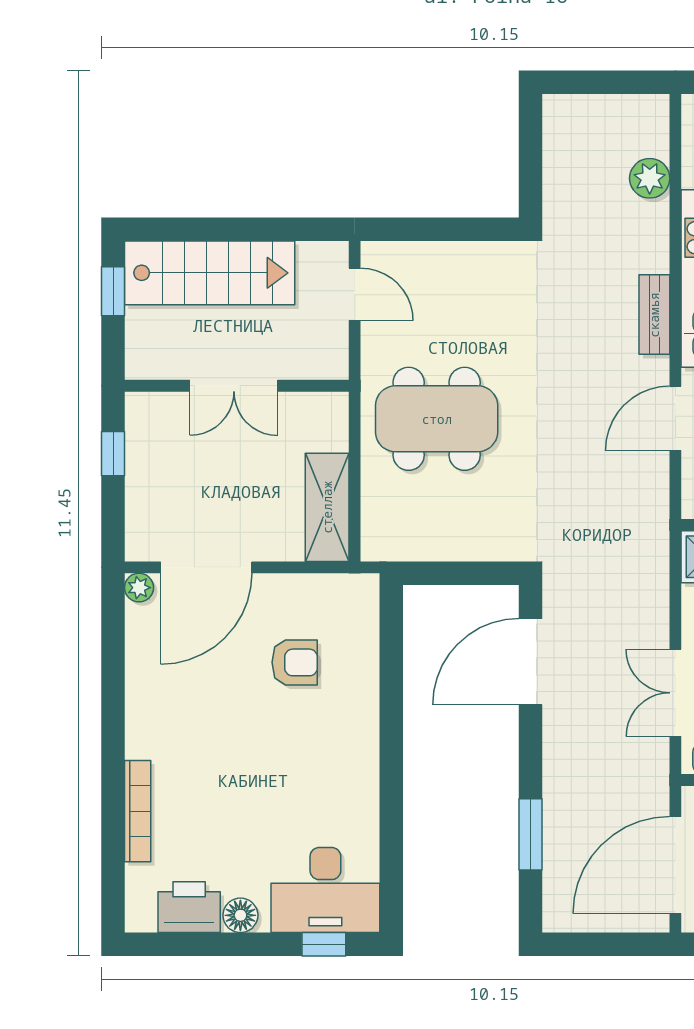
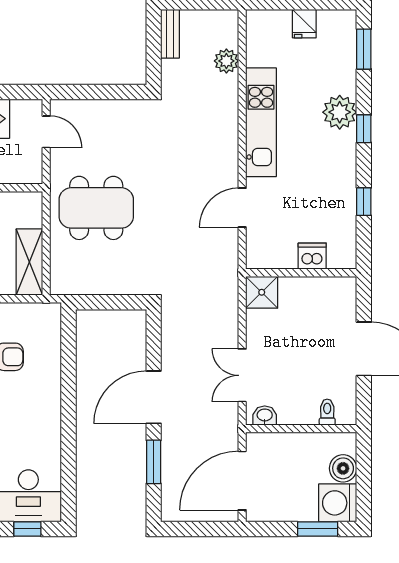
bench: (654, 315) -> (170, 34), moved
door: (530, 662) -> (154, 397), moved

